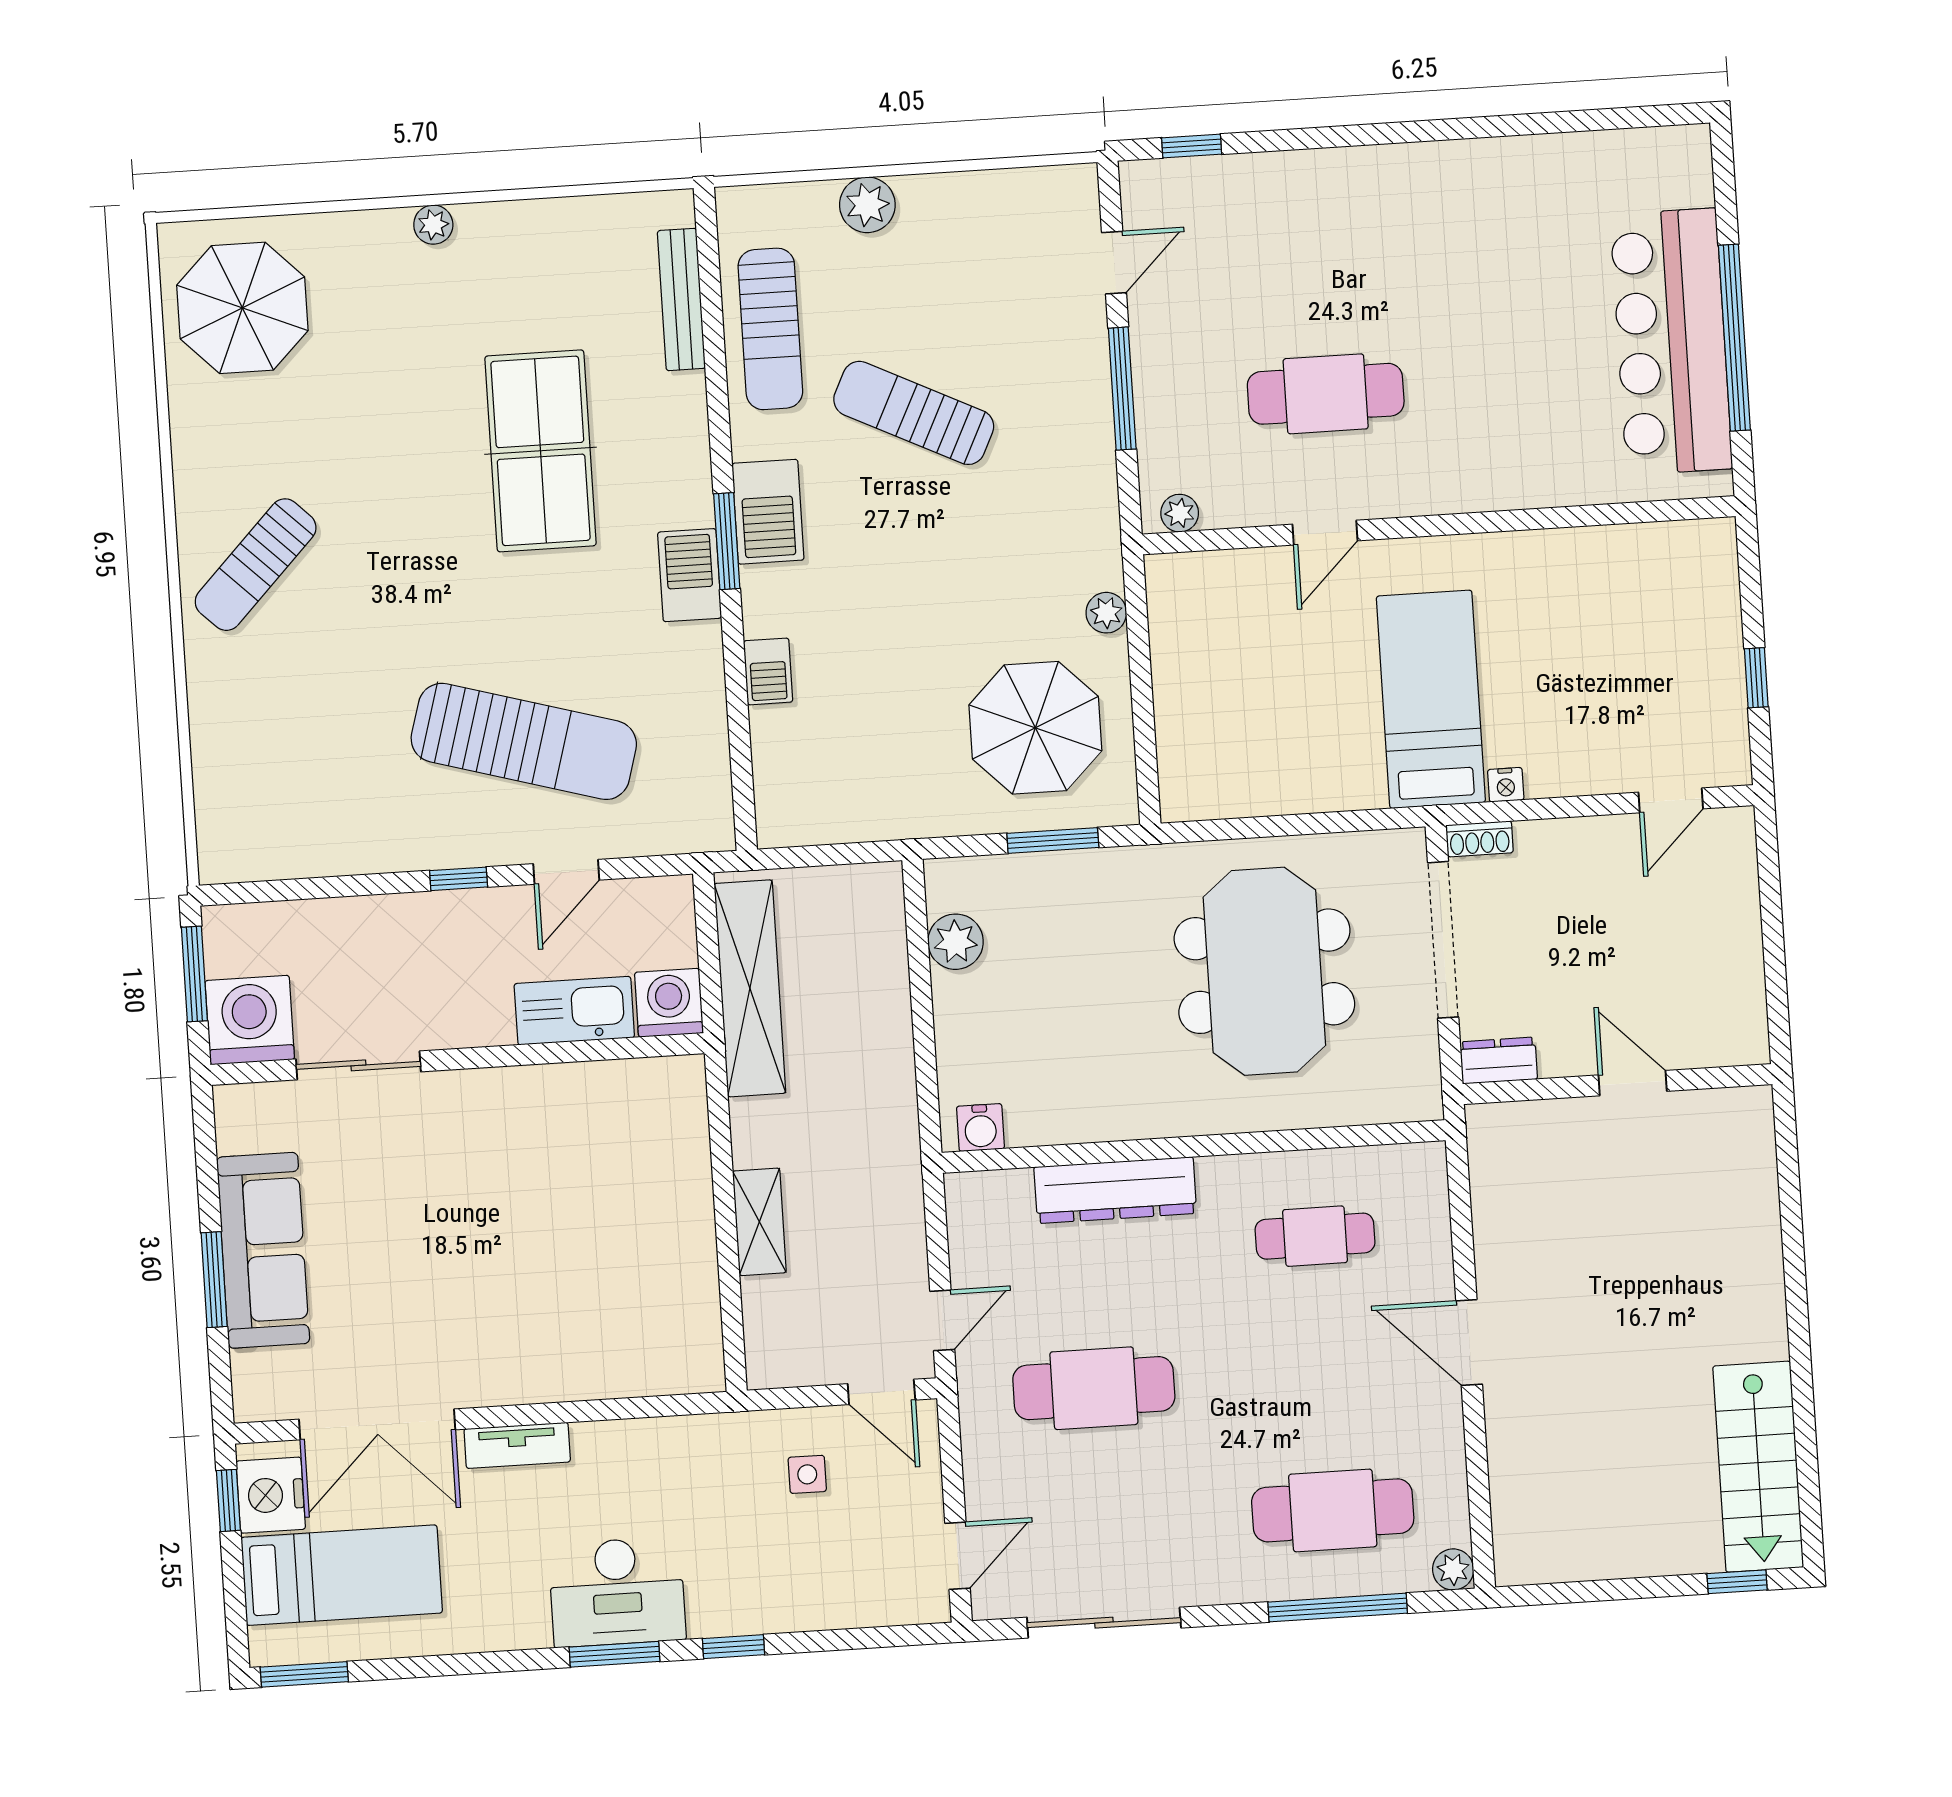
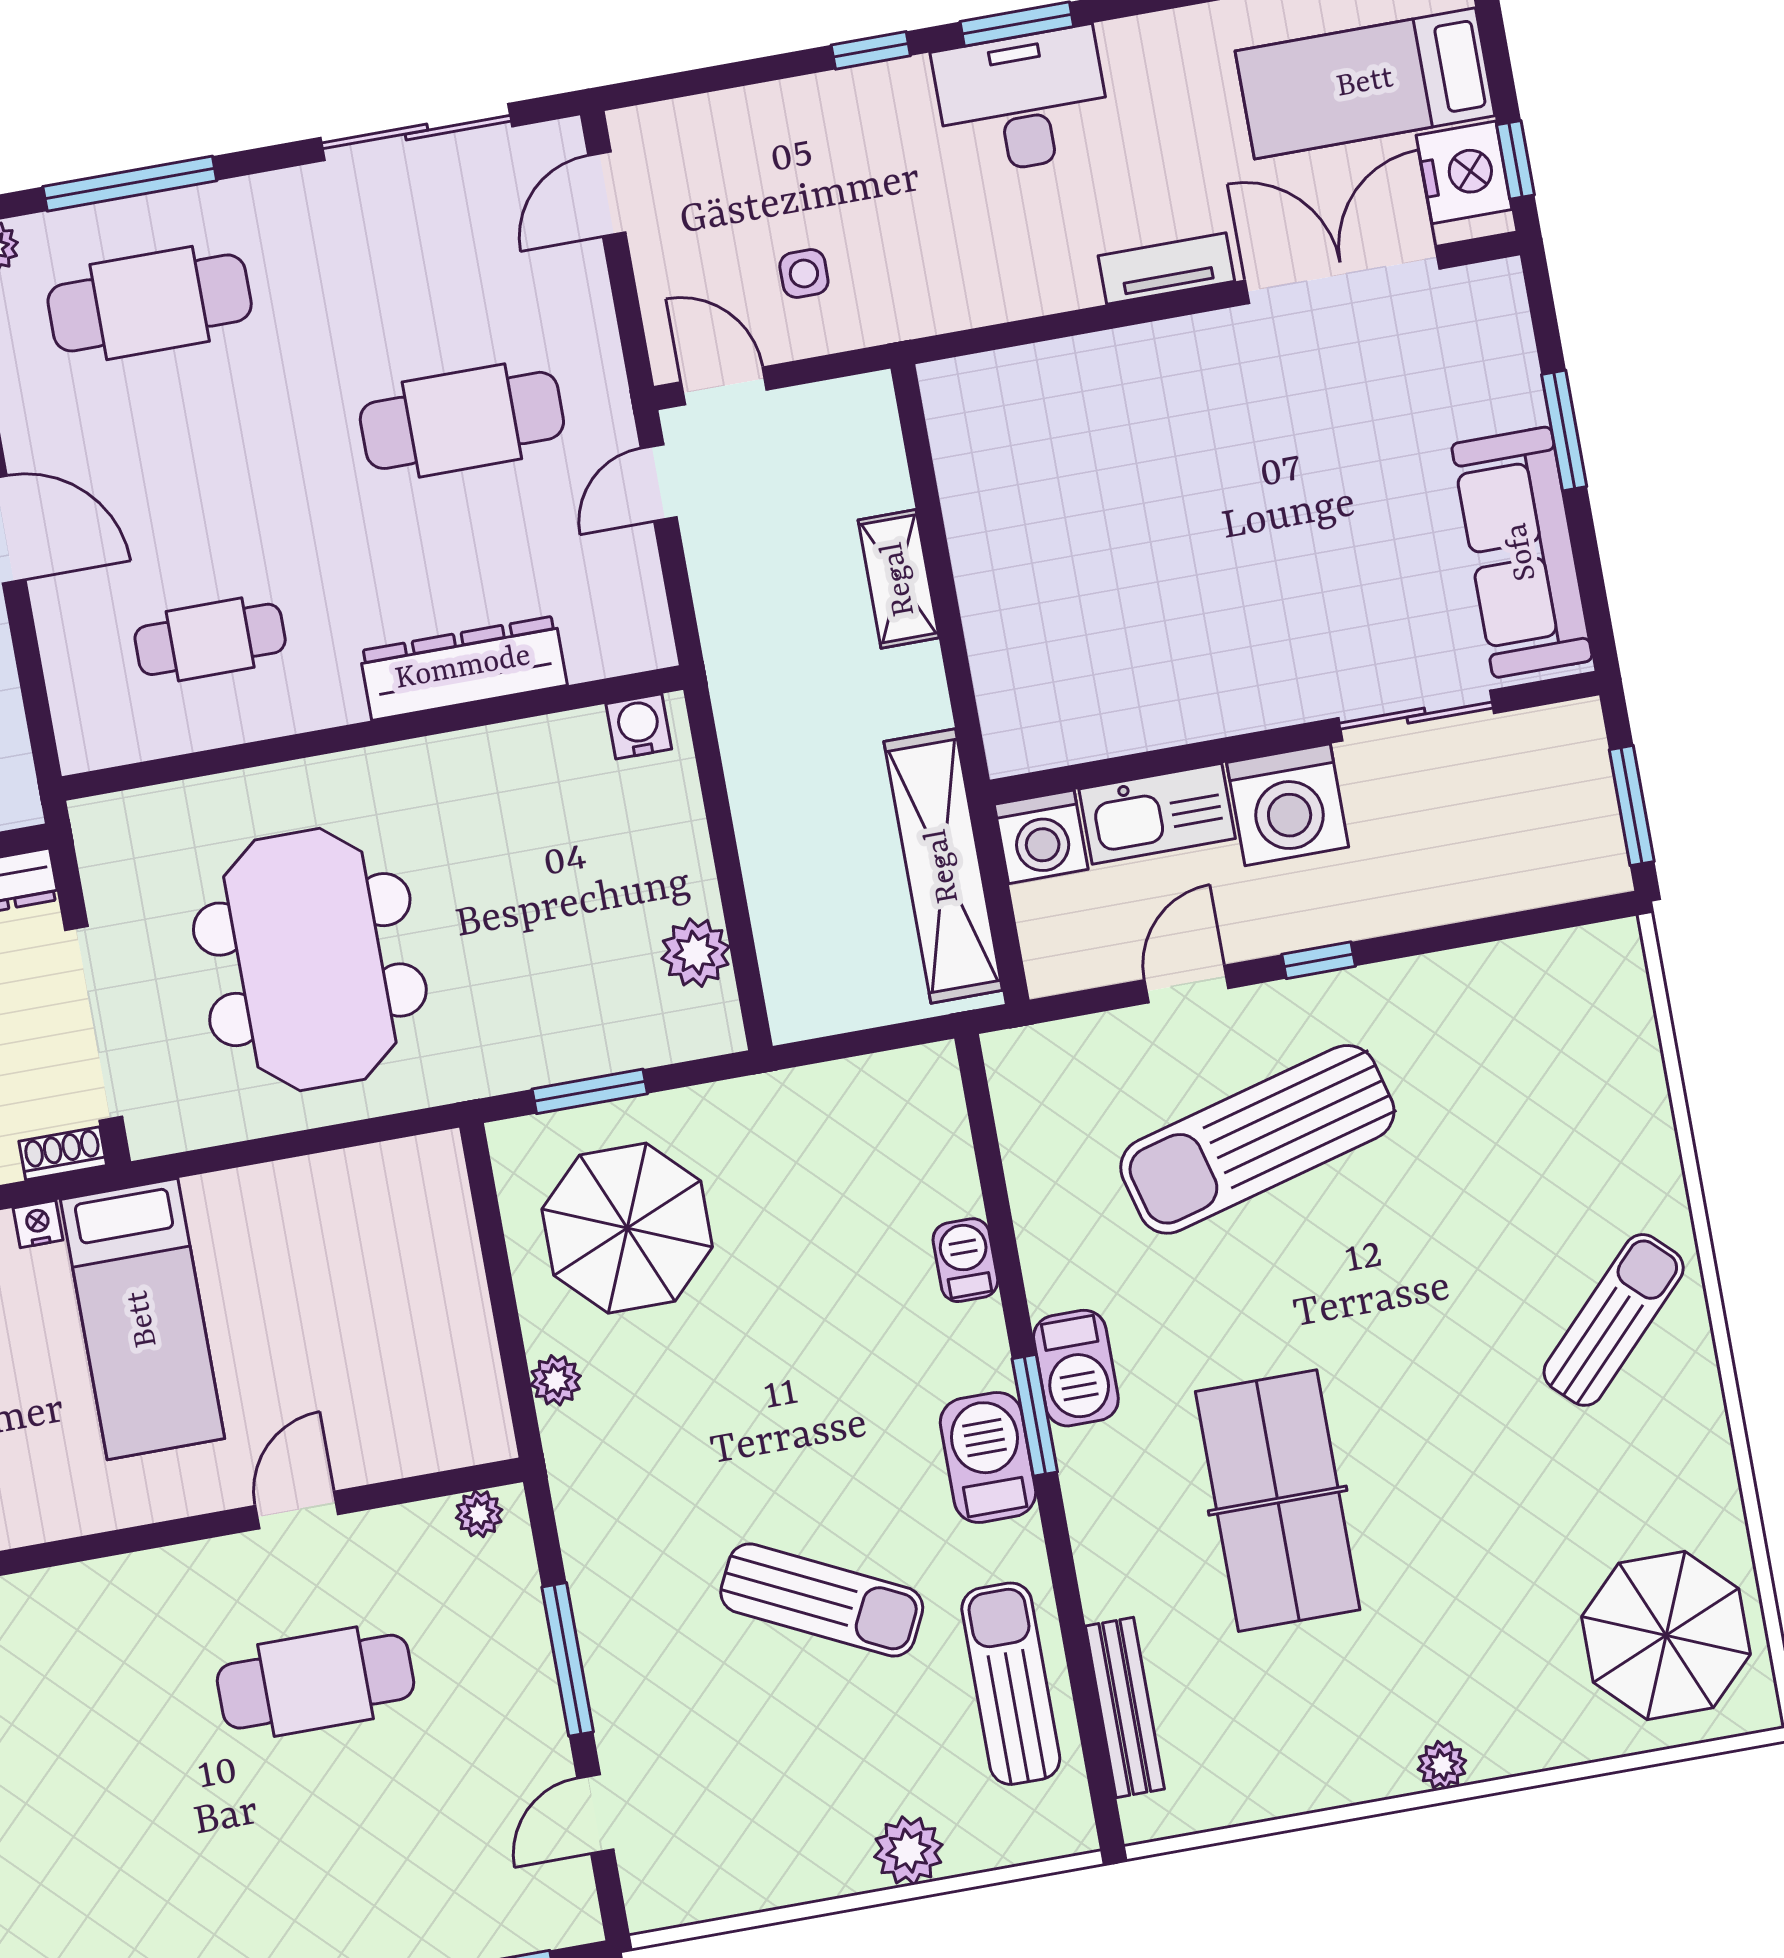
sun lounger: (524, 741) -> (1257, 1139), turned -31
washing machine: (250, 1020) -> (1288, 805), moved
sofa: (263, 1250) -> (1522, 552), moved

